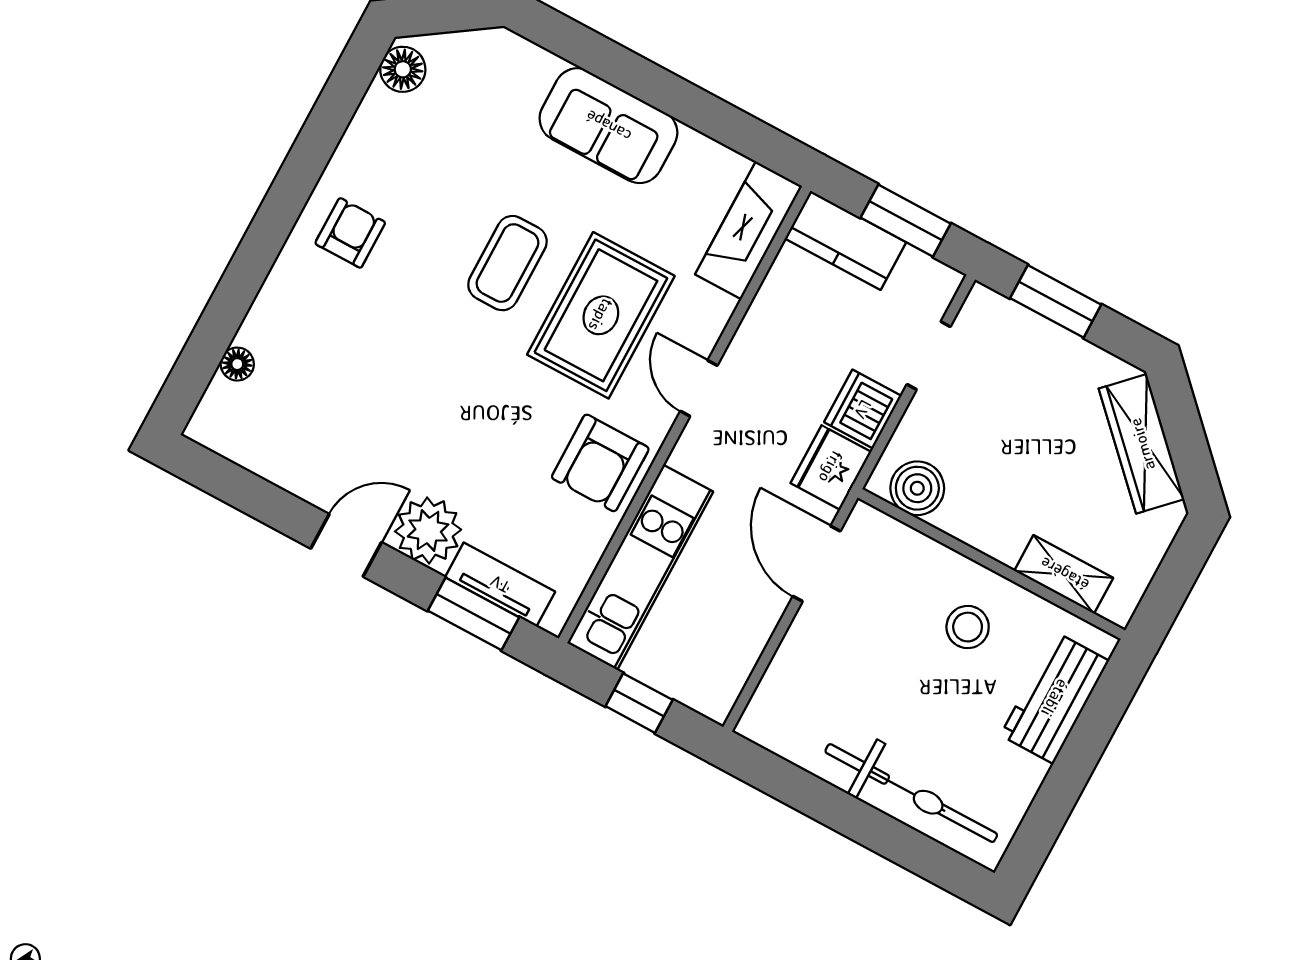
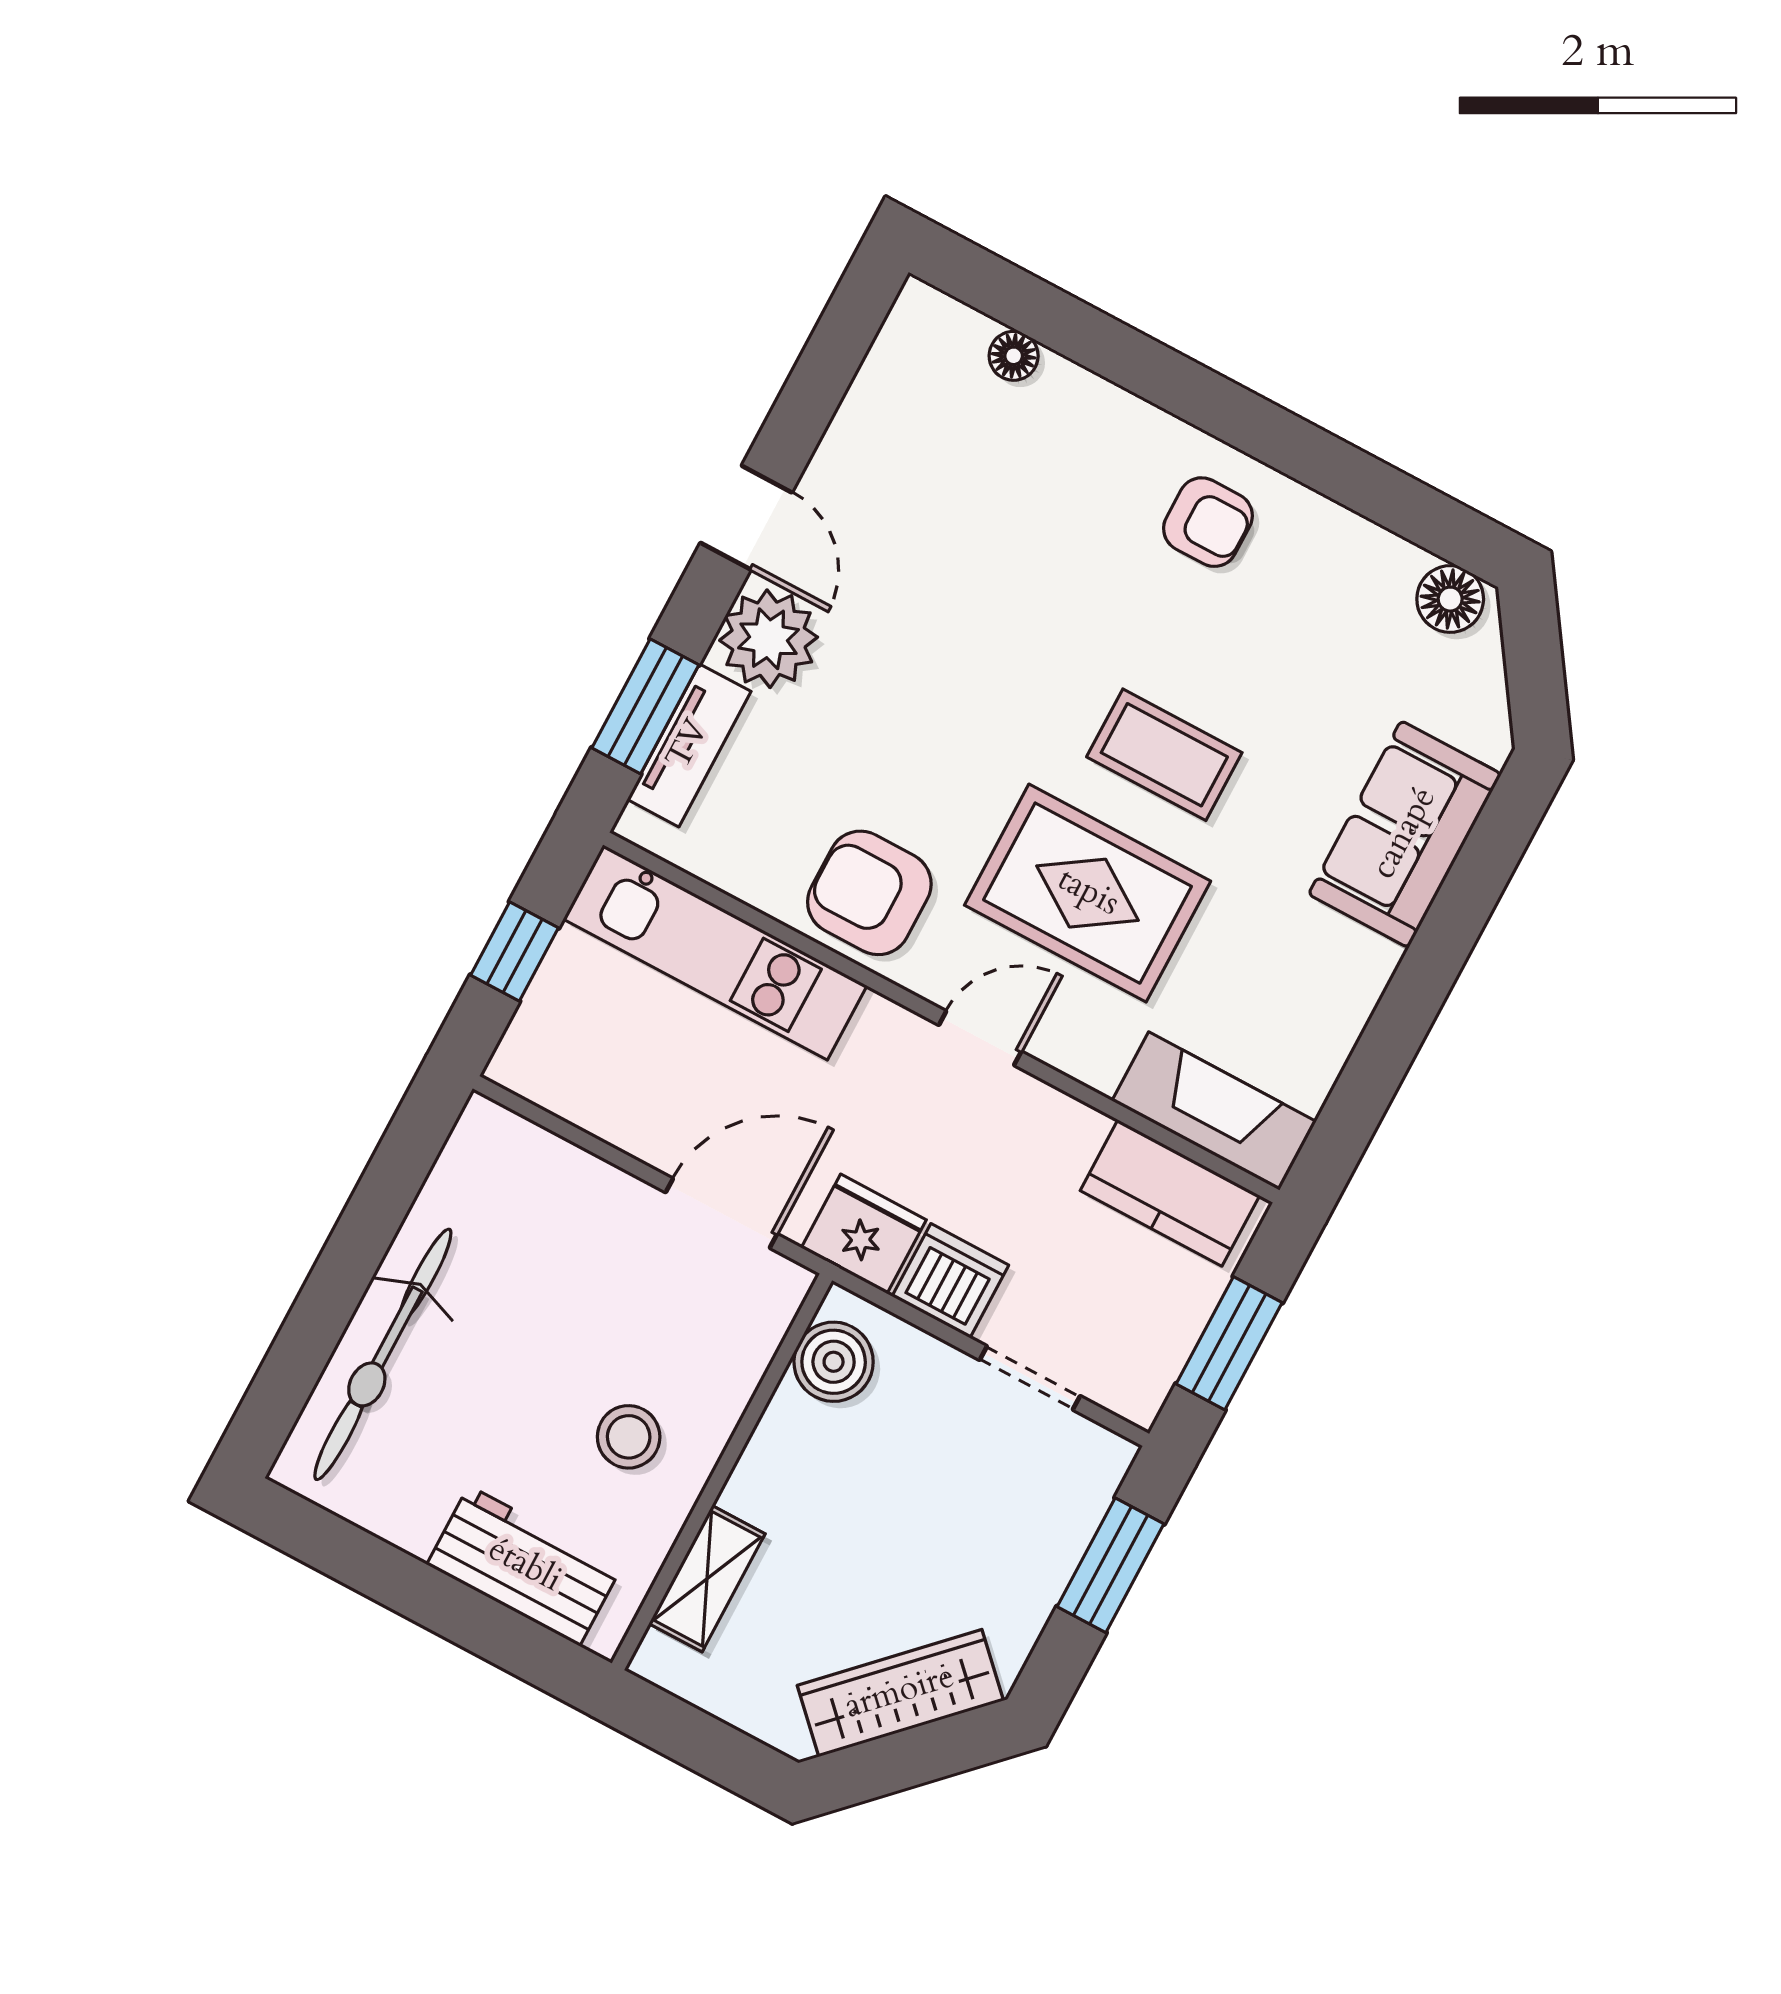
sofa: (608, 126) -> (1405, 834), moved
kitchen counter: (846, 240) -> (1170, 1193), moved, turned -90

